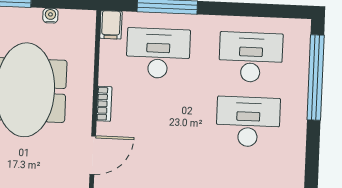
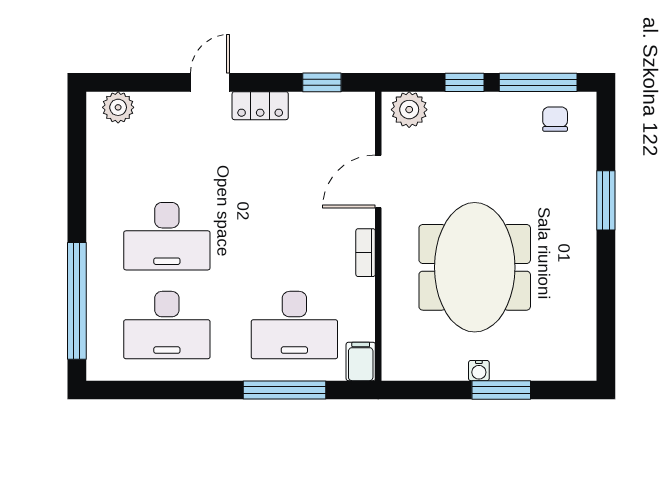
water cooler: (50, 16) -> (479, 371), moved

